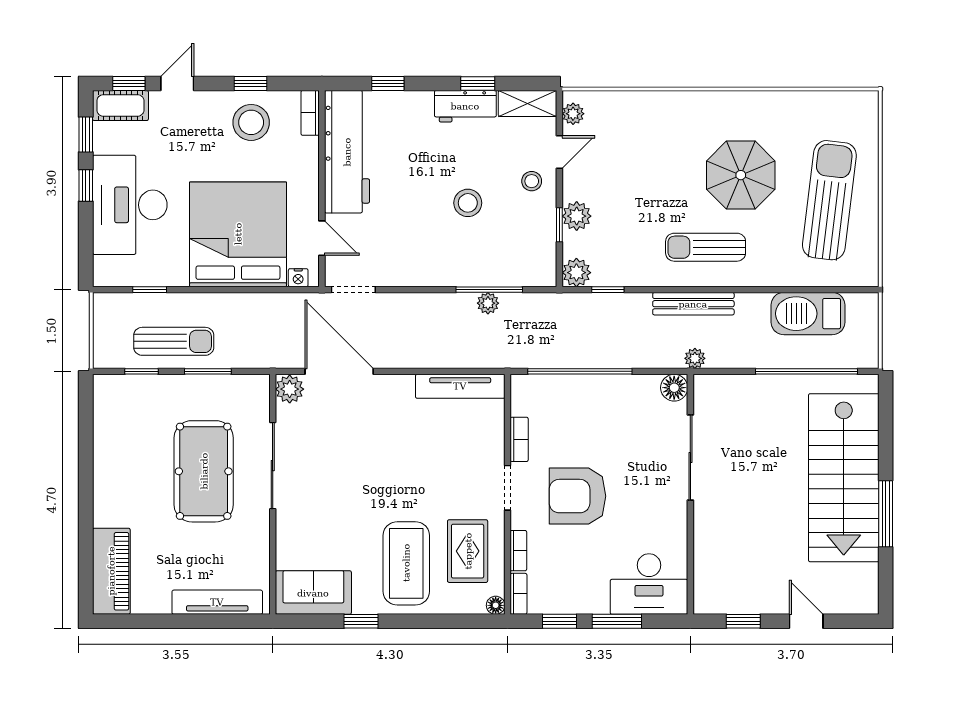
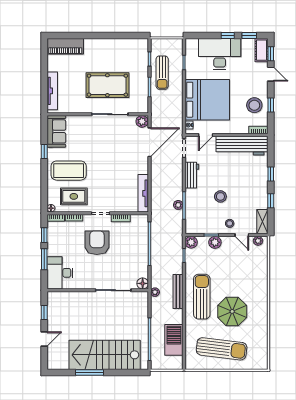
window: (388, 83) -> (271, 174), moved
workbench: (465, 106) -> (192, 175), moved, turned 180
sun lounger: (706, 247) -> (202, 297), width x1.36, depth x1.34

